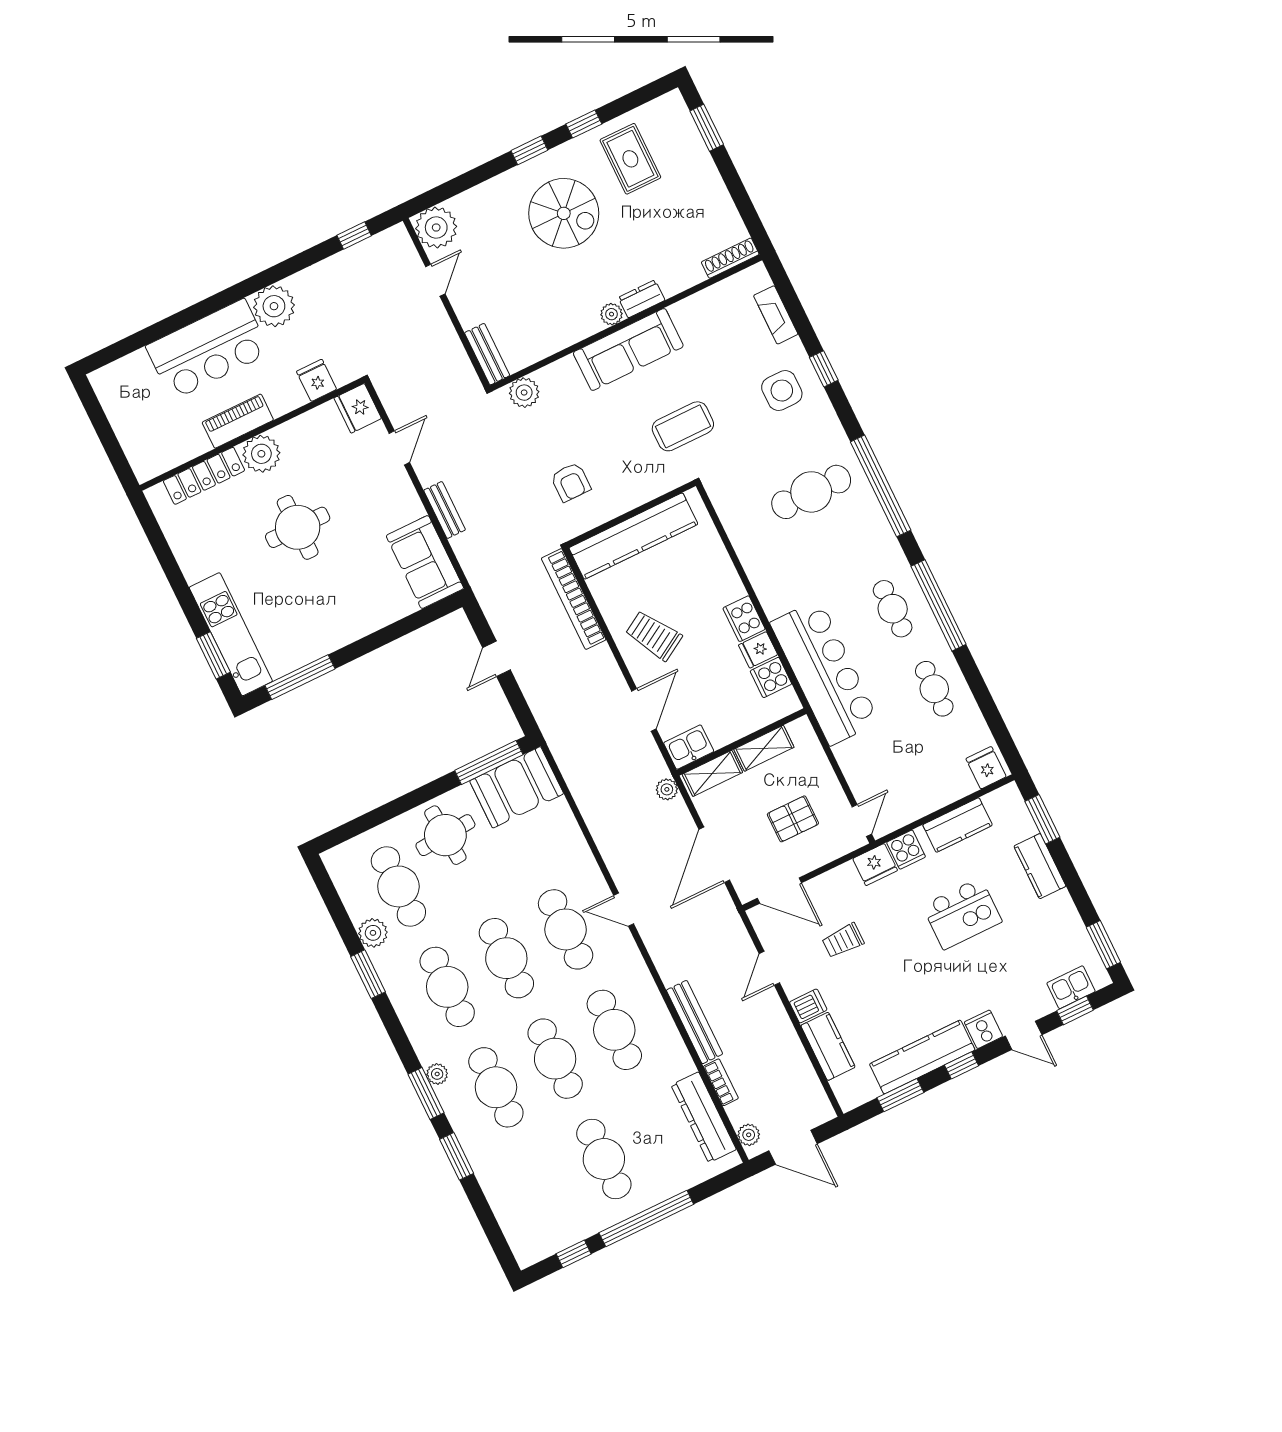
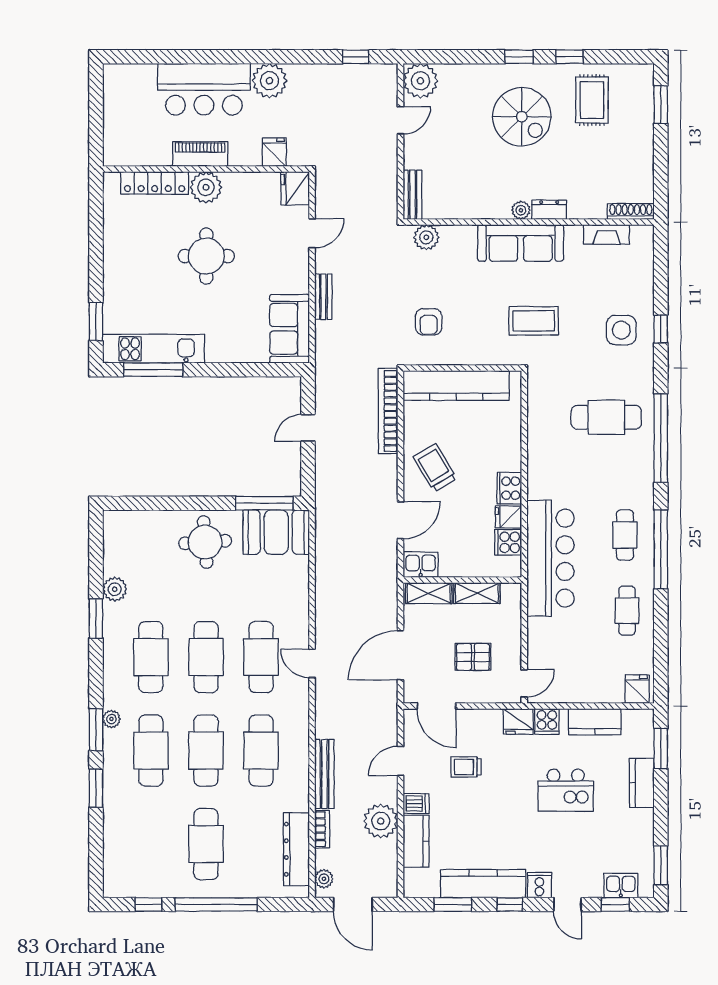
fireplace: (776, 315) -> (606, 235), moved, turned -90
kitchen unit: (231, 634) -> (153, 349), moved, turned -90
plant: (667, 789) -> (381, 821), moved, width x1.88, depth x1.88
cafe table: (398, 886) -> (151, 564), removed

